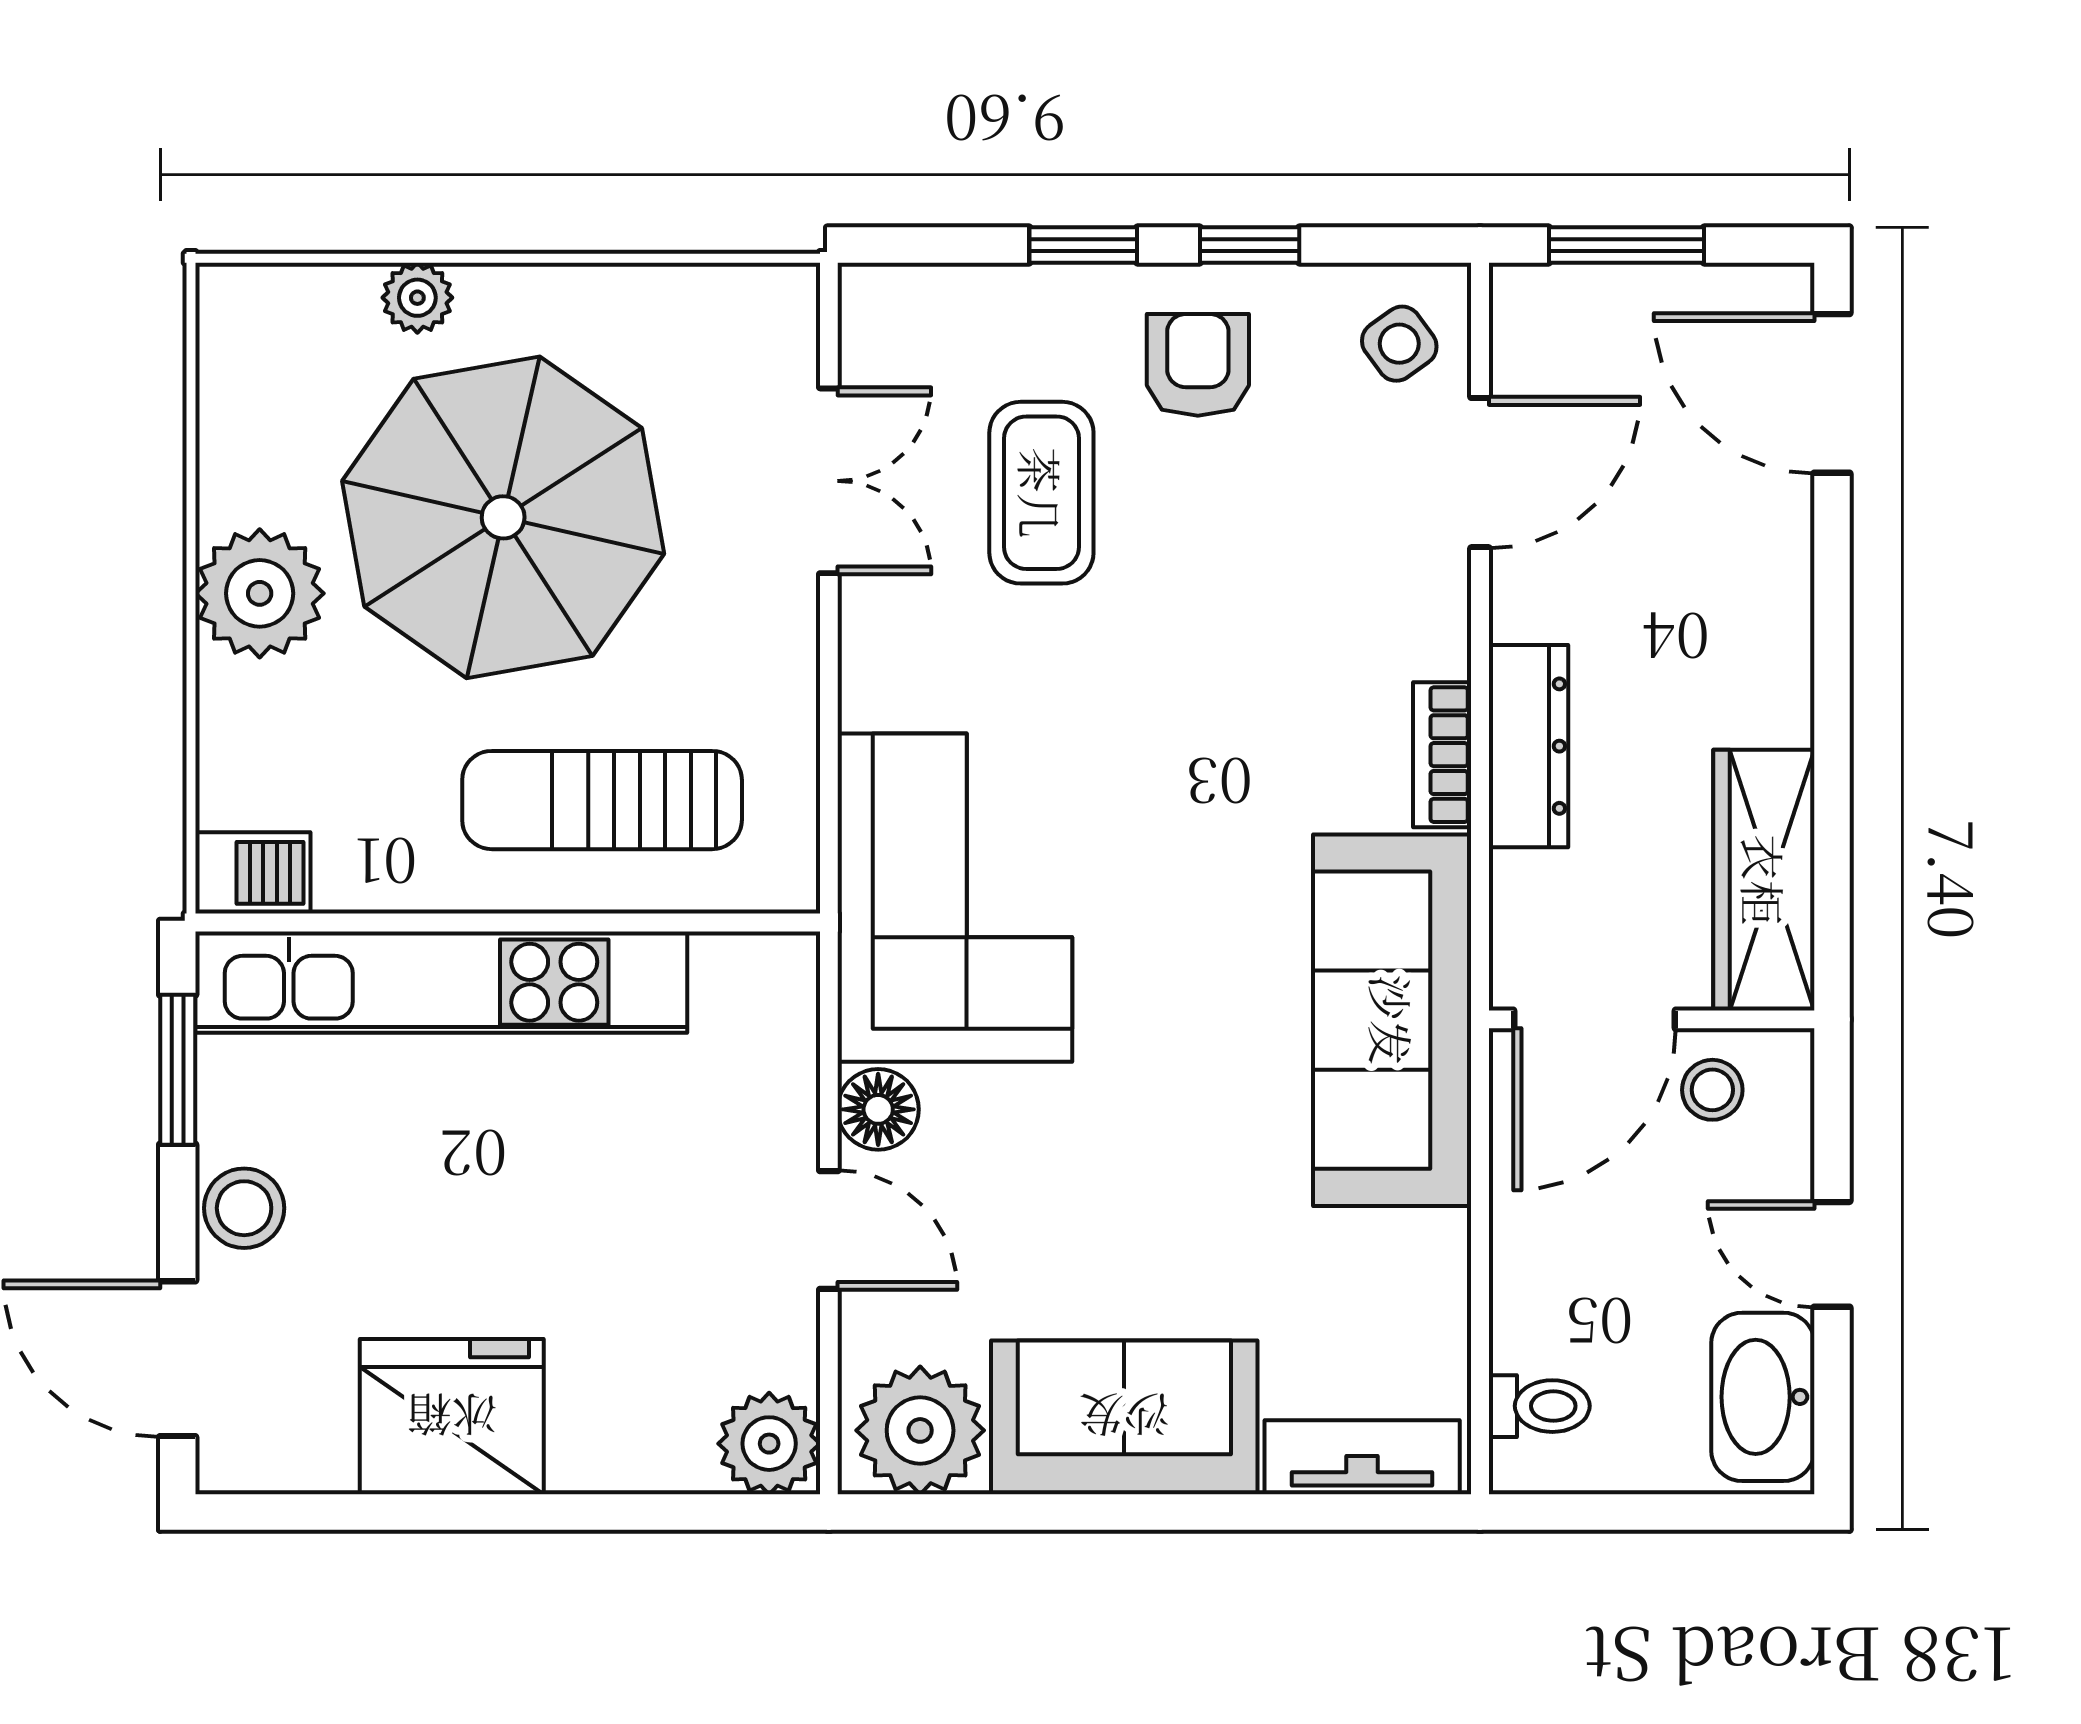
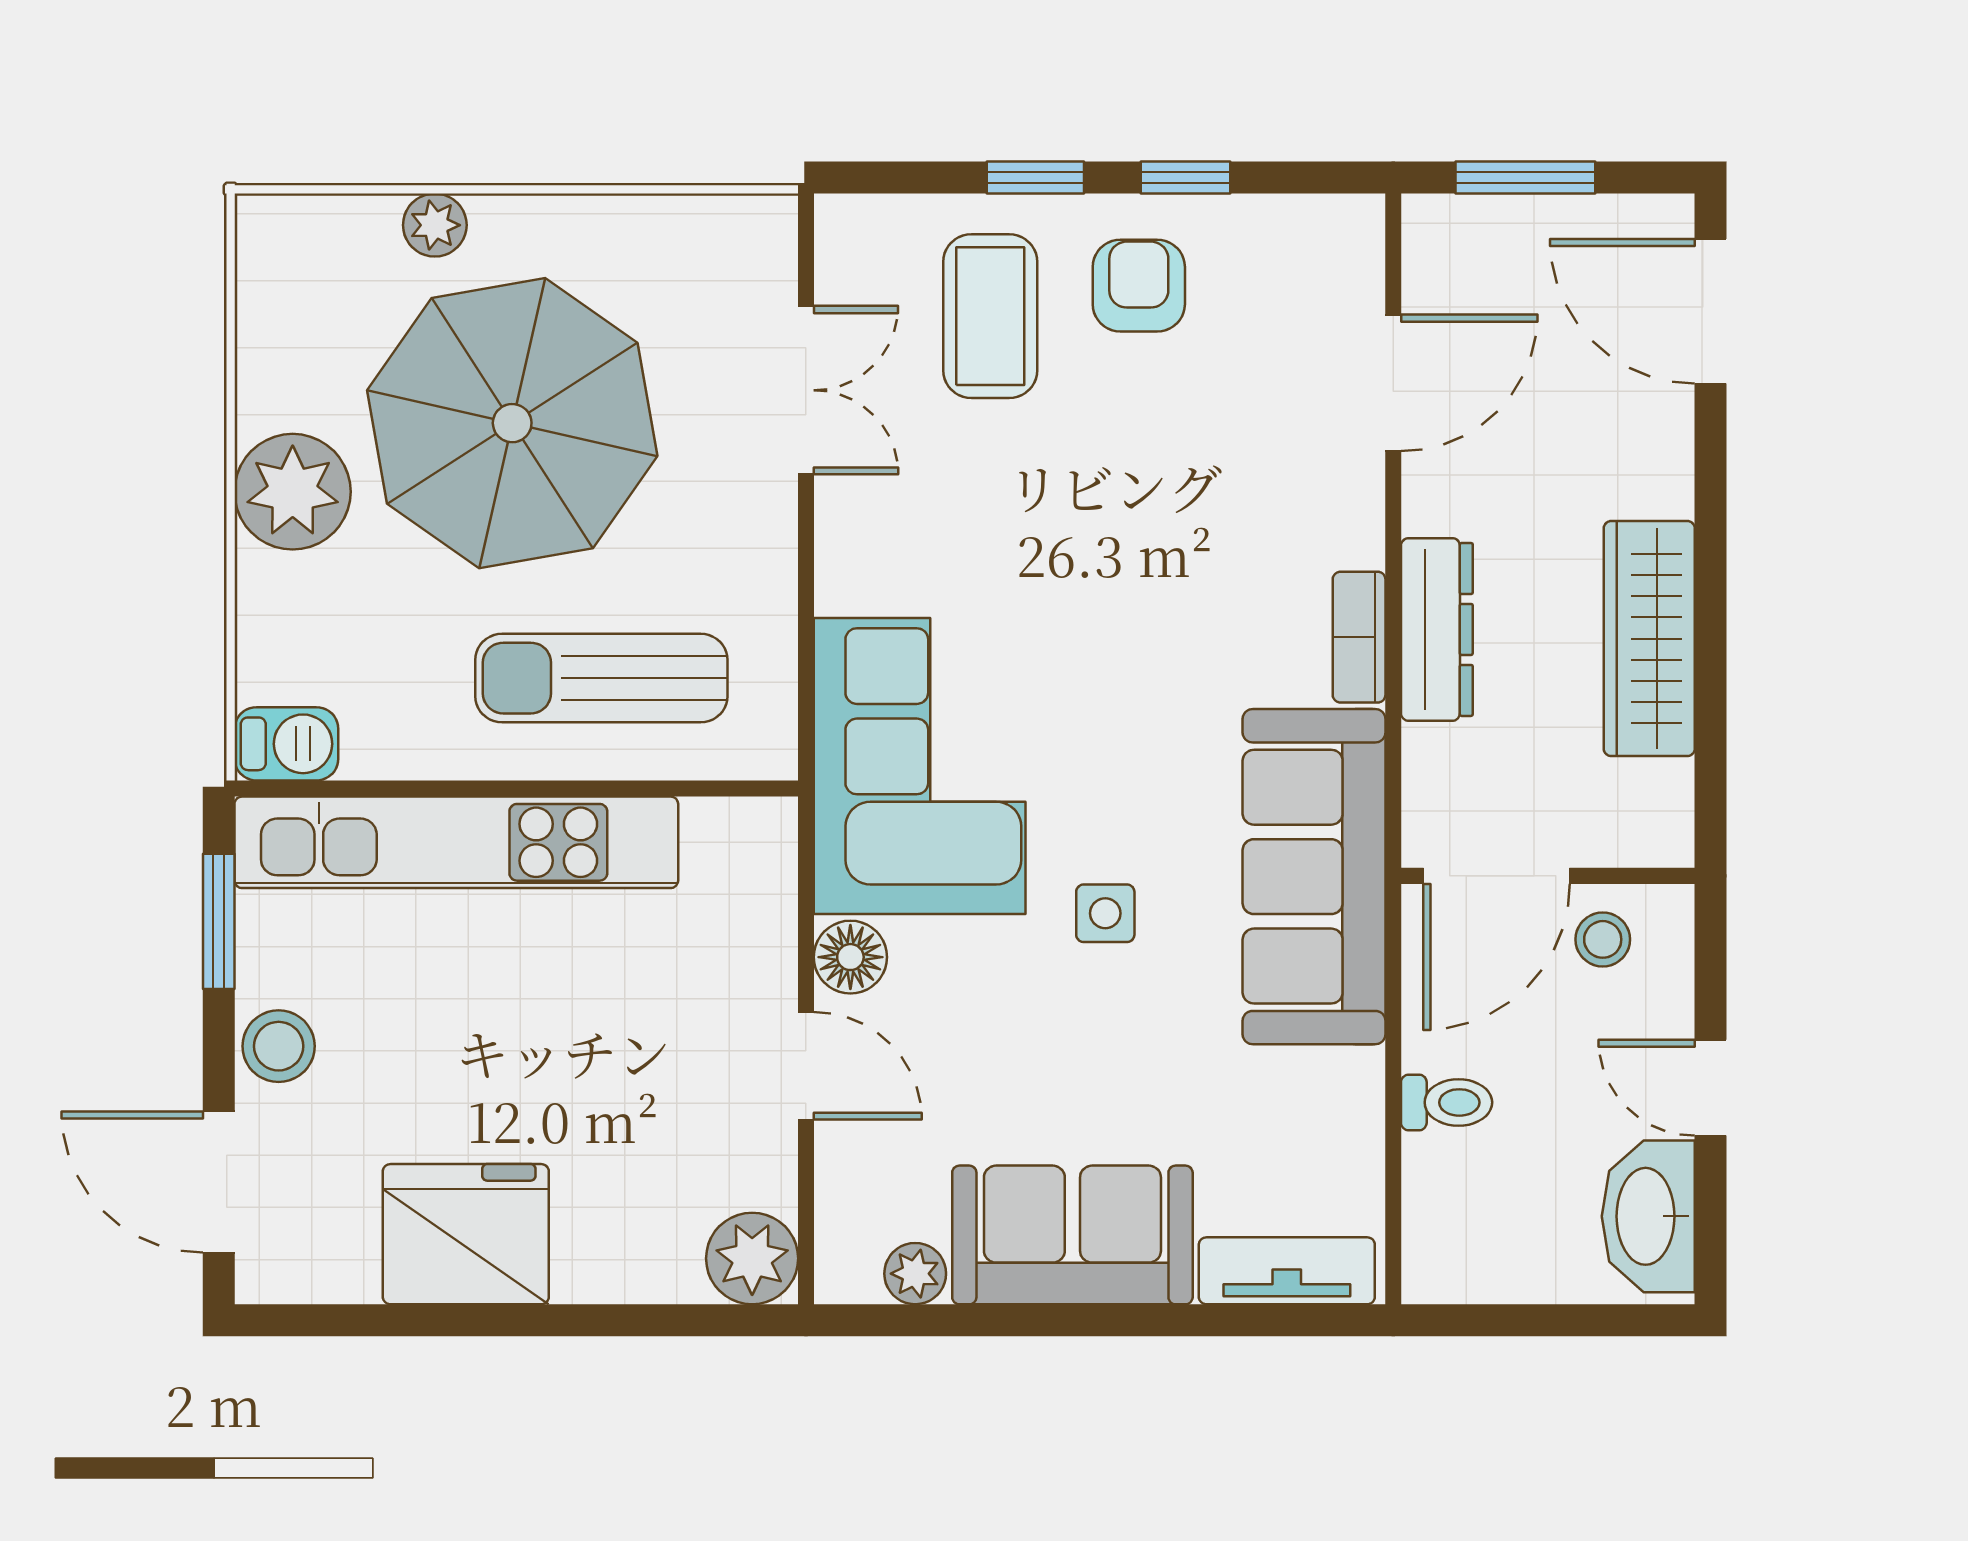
side table: (1399, 344) -> (1105, 913), moved, turned 36
coffee table: (1041, 493) -> (990, 316), moved
wardrobe: (1764, 880) -> (1649, 639), moved
toilet: (1539, 1406) -> (1447, 1102), moved
plant: (920, 1430) -> (915, 1274), width x0.53, depth x0.53

